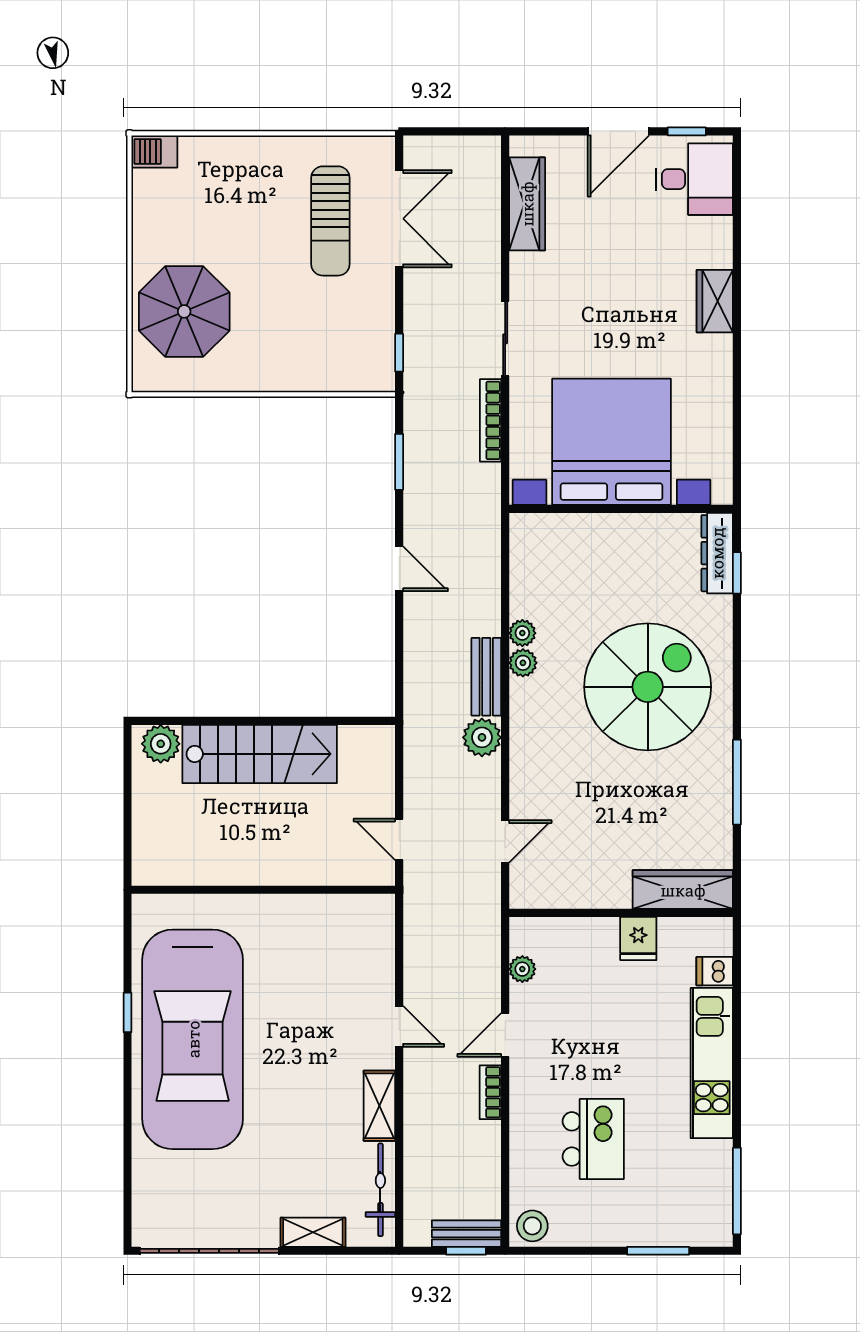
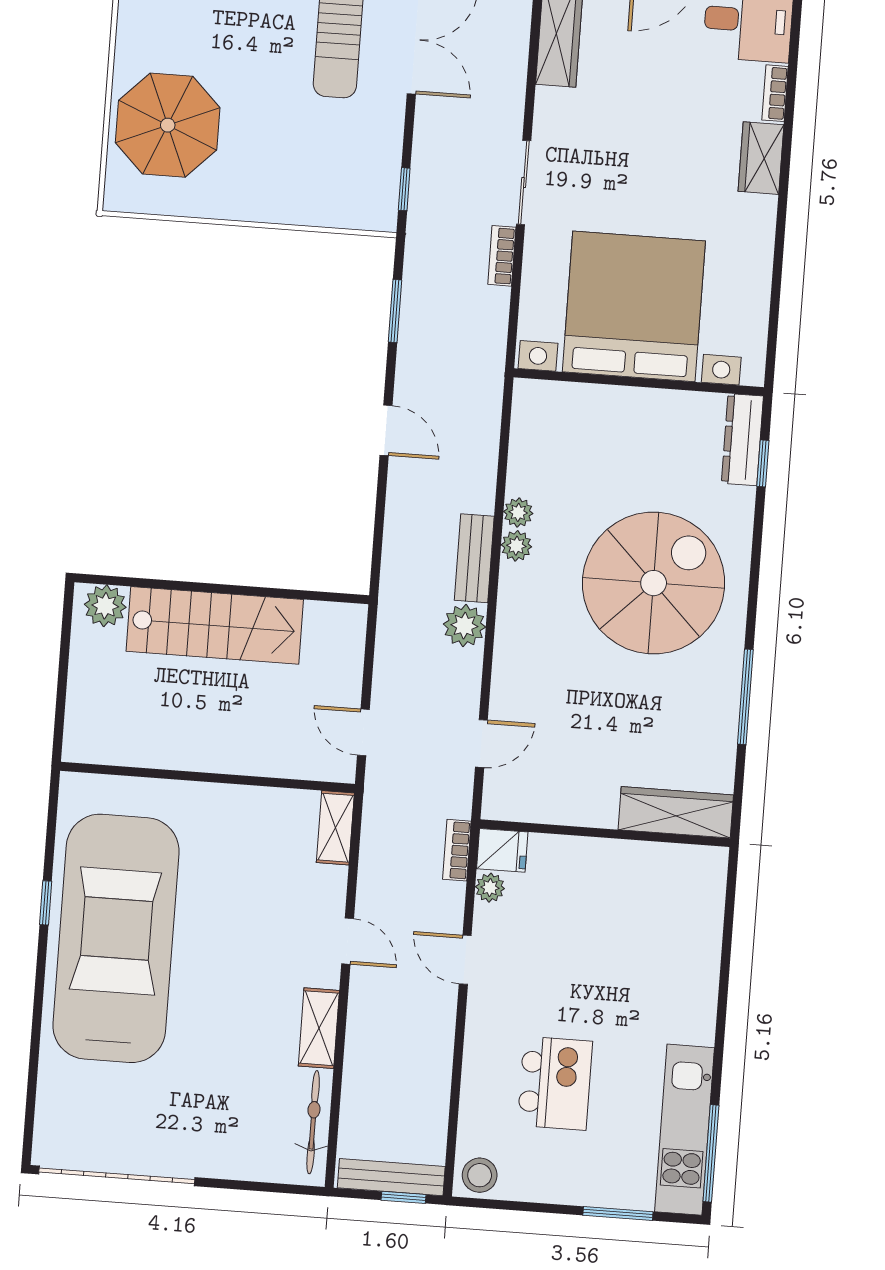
bookcase: (723, 242) -> (775, 93), added
bookcase: (491, 420) -> (502, 256), width x0.64
fridge: (638, 939) -> (502, 850), moved, turned -90
dishwasher: (715, 971) -> (705, 906), removed
door: (505, 1035) -> (465, 960), hinge flipped
car: (193, 1039) -> (116, 938), turned 180
kitchen unit: (712, 1063) -> (684, 1130), moved
bookcase: (490, 1092) -> (457, 850), moved
shelving: (313, 1232) -> (335, 828), moved, turned 90
bench: (466, 1234) -> (391, 1177), width x1.36

